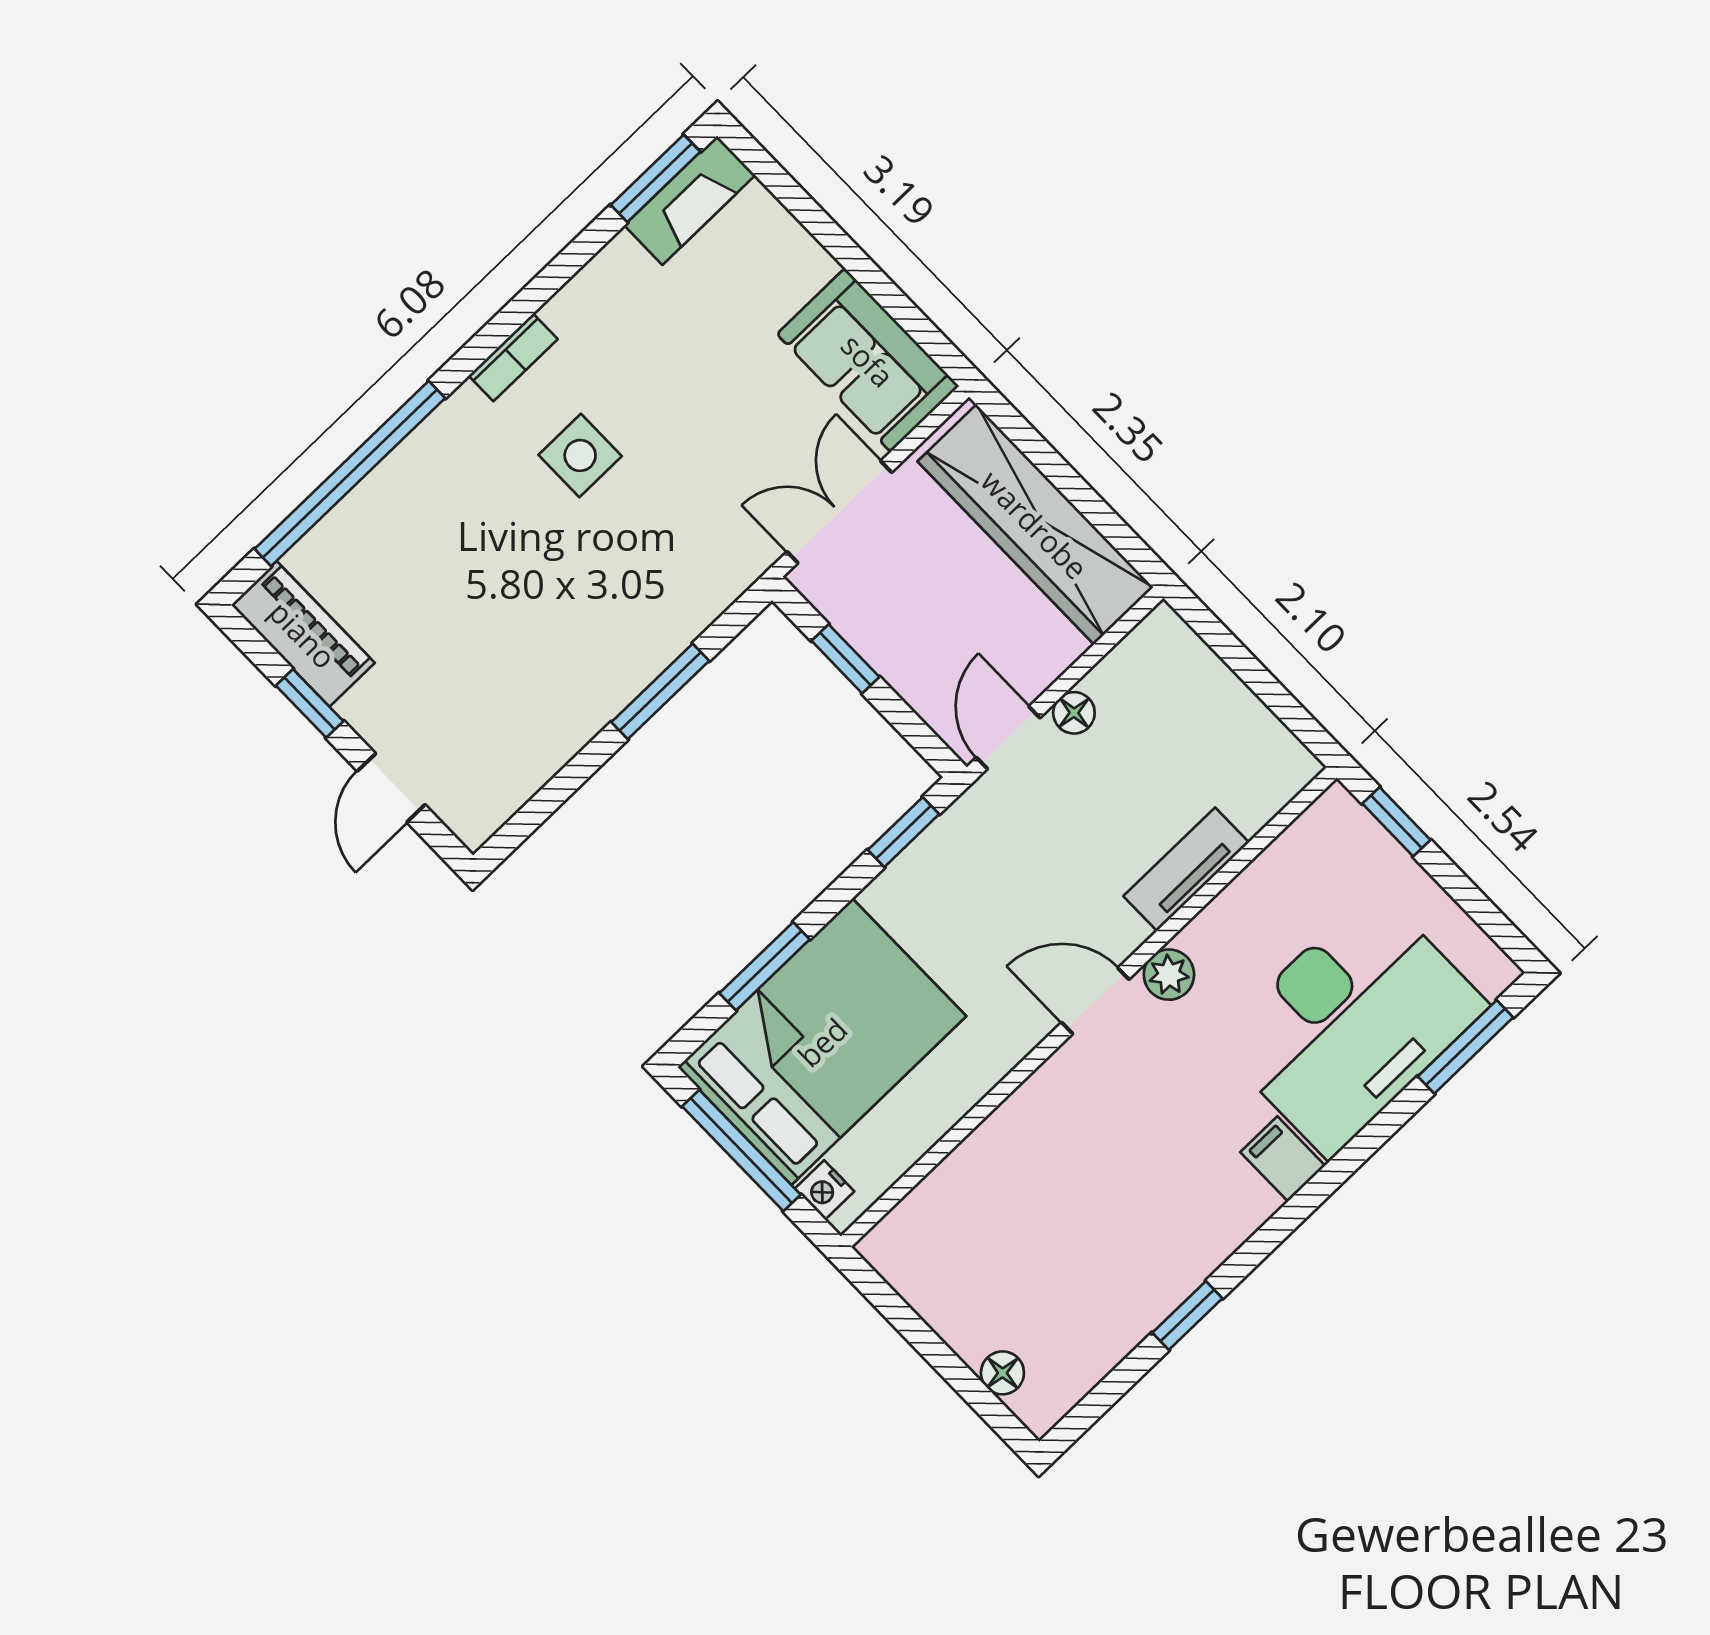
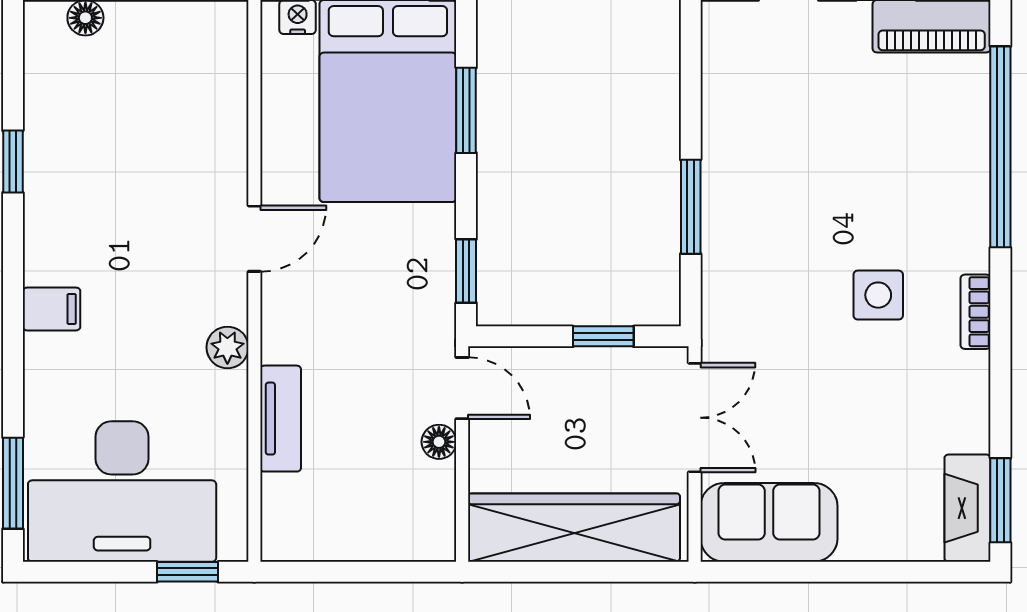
door: (1095, 1001) -> (254, 239), moved
desk: (1351, 1023) -> (122, 492), moved, turned -90

